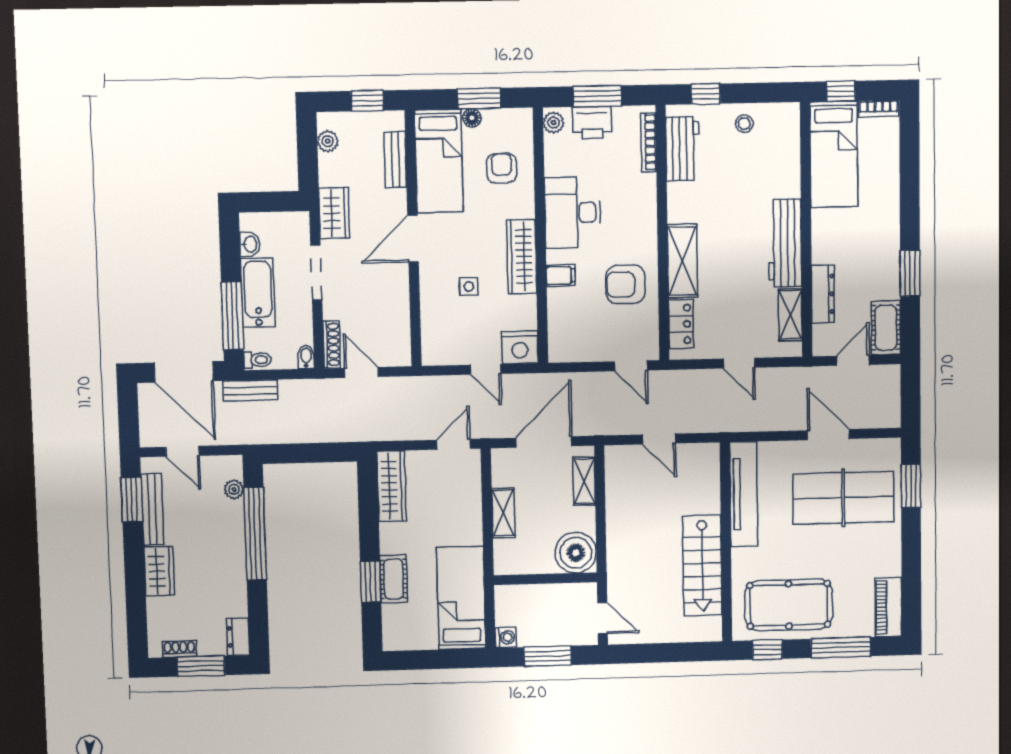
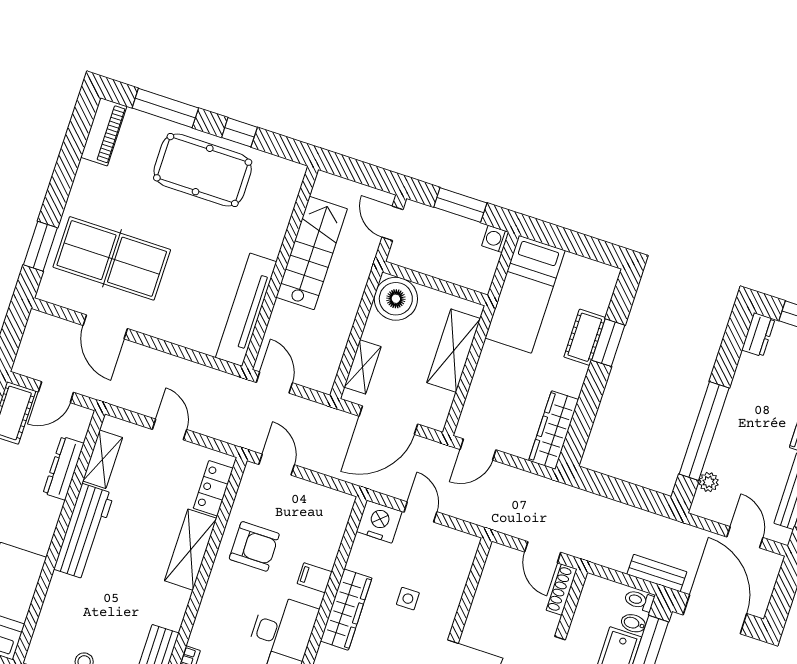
bidet: (306, 357) -> (633, 623), moved, turned 90
tv unit: (744, 494) -> (246, 310), moved
shelving: (503, 513) -> (454, 351), width x1.50, depth x1.33
wall: (726, 542) -> (280, 268), moved
stairs: (702, 565) -> (312, 253), moved

